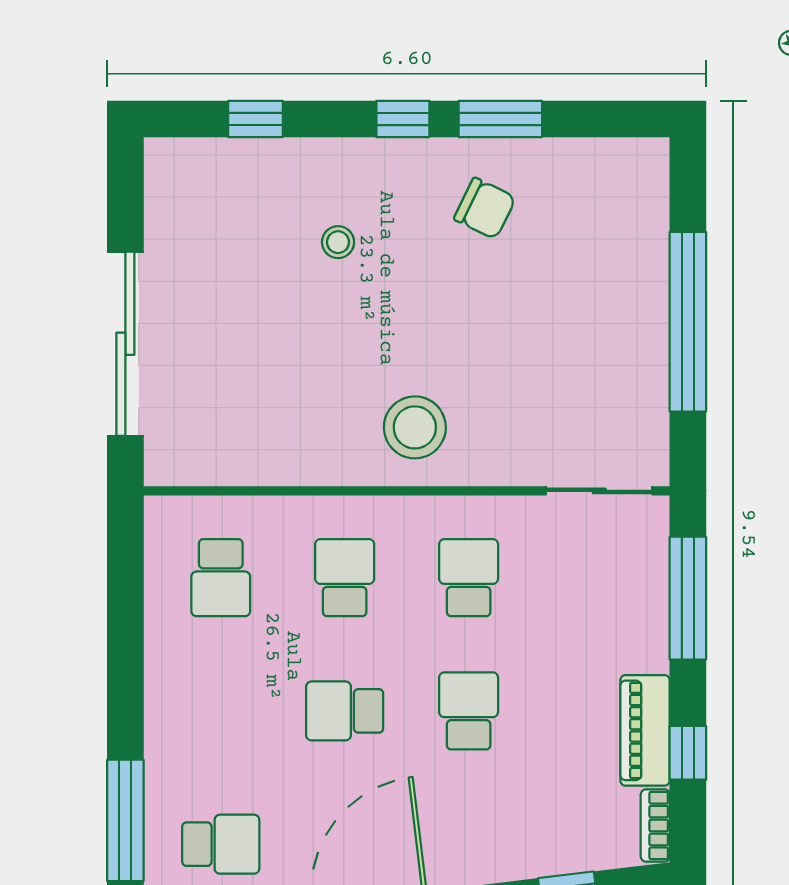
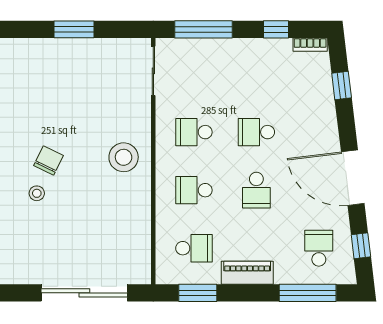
chair: (485, 208) -> (48, 161), moved
window: (688, 322) -> (74, 29), width x0.47
window: (125, 586) -> (198, 293), added
piano: (645, 730) -> (247, 273), moved, turned 180

